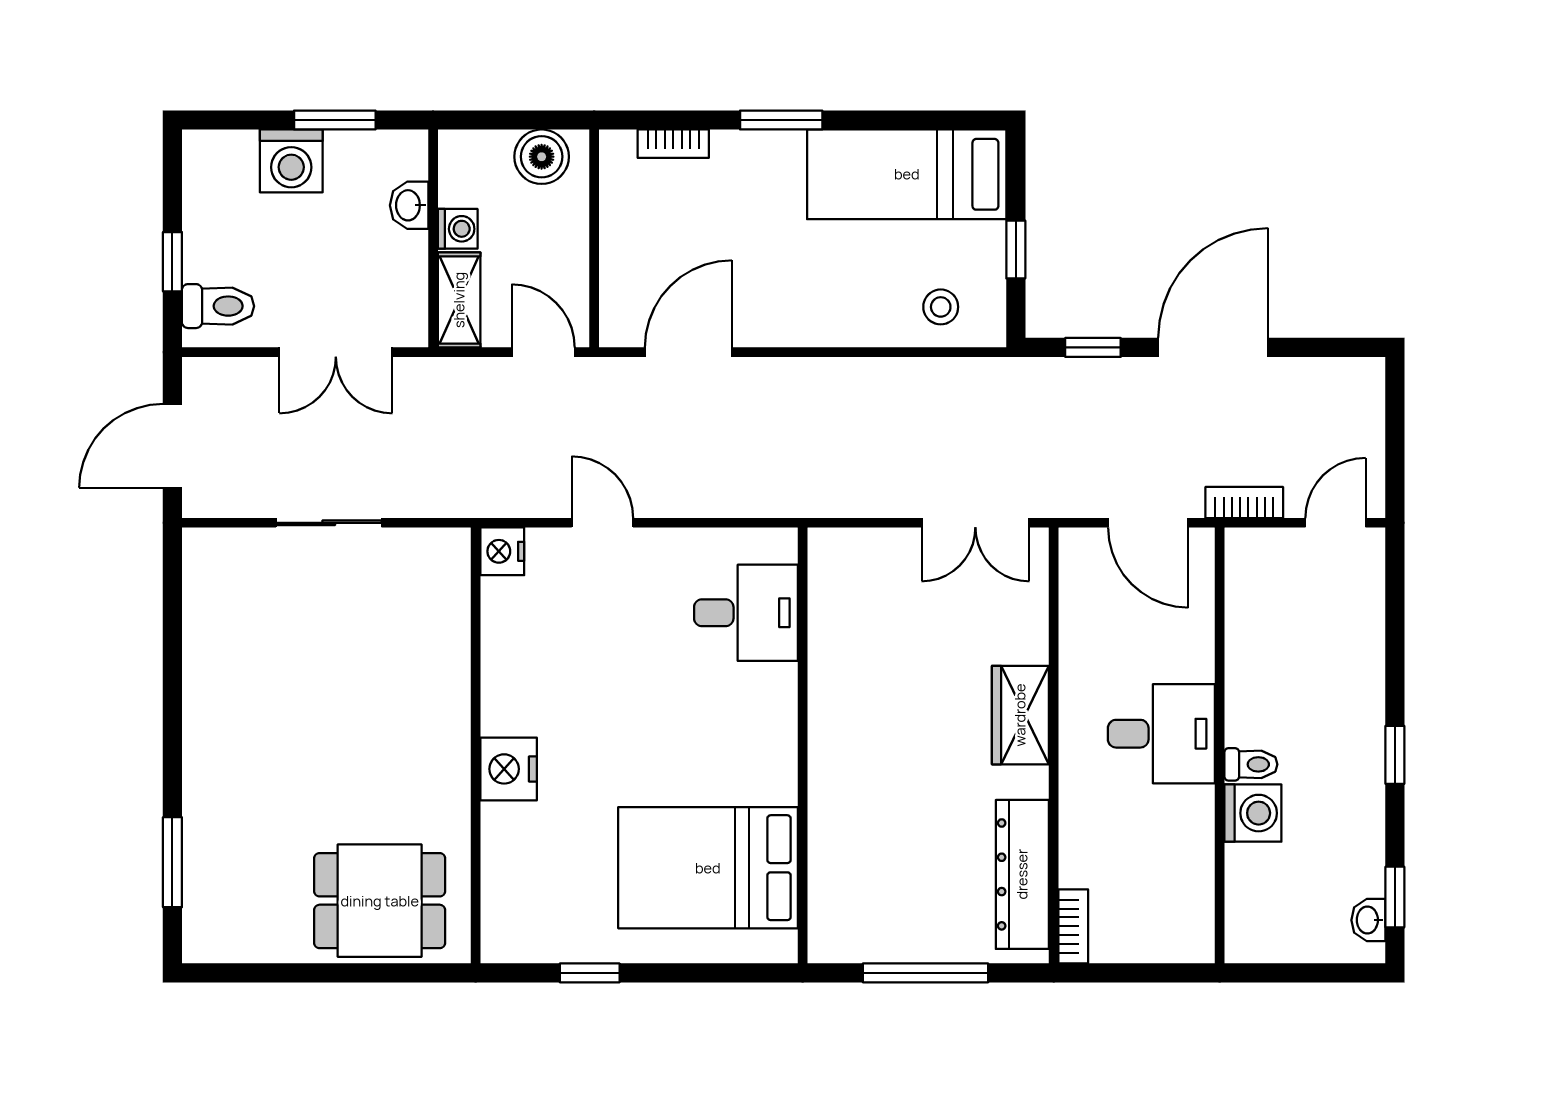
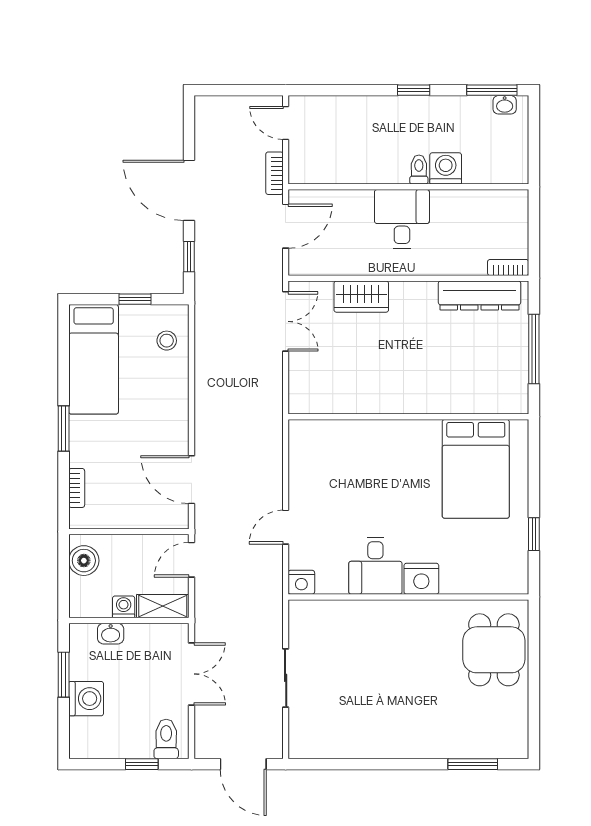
desk: (746, 613) -> (375, 566), moved, turned 180
wardrobe: (1020, 715) -> (361, 297), moved
window: (1395, 897) -> (492, 90), width x1.50

